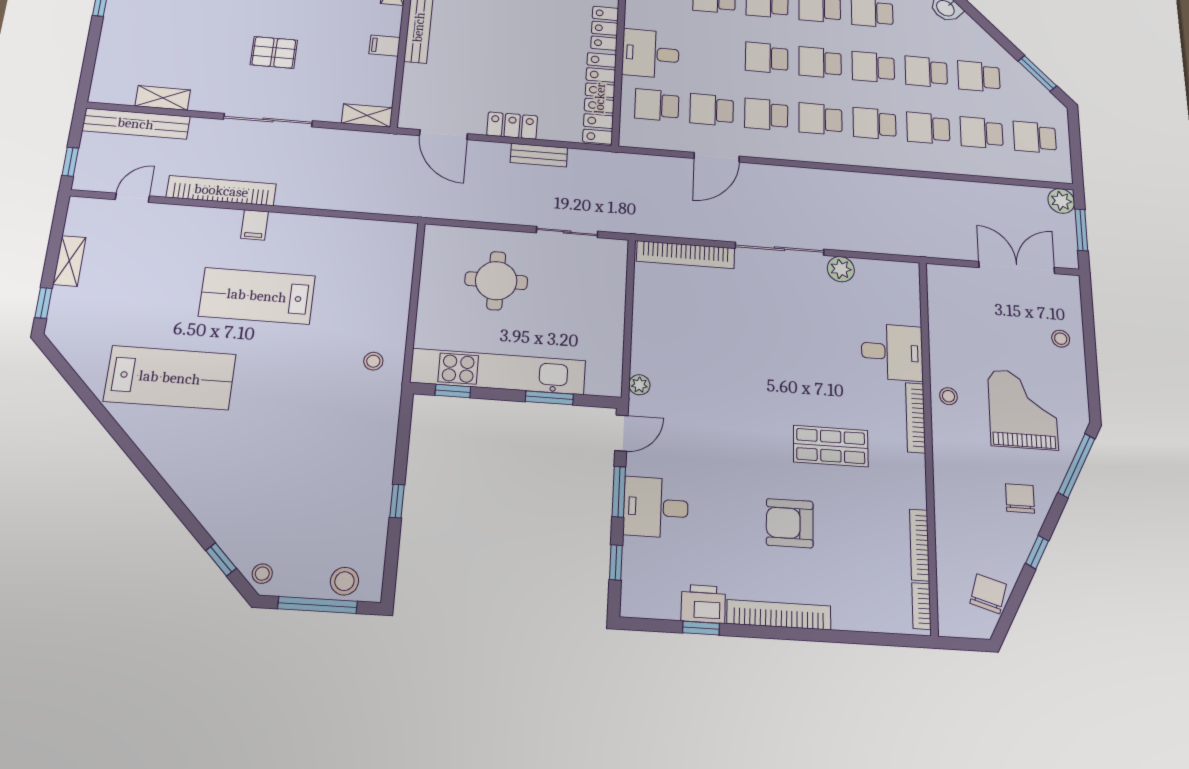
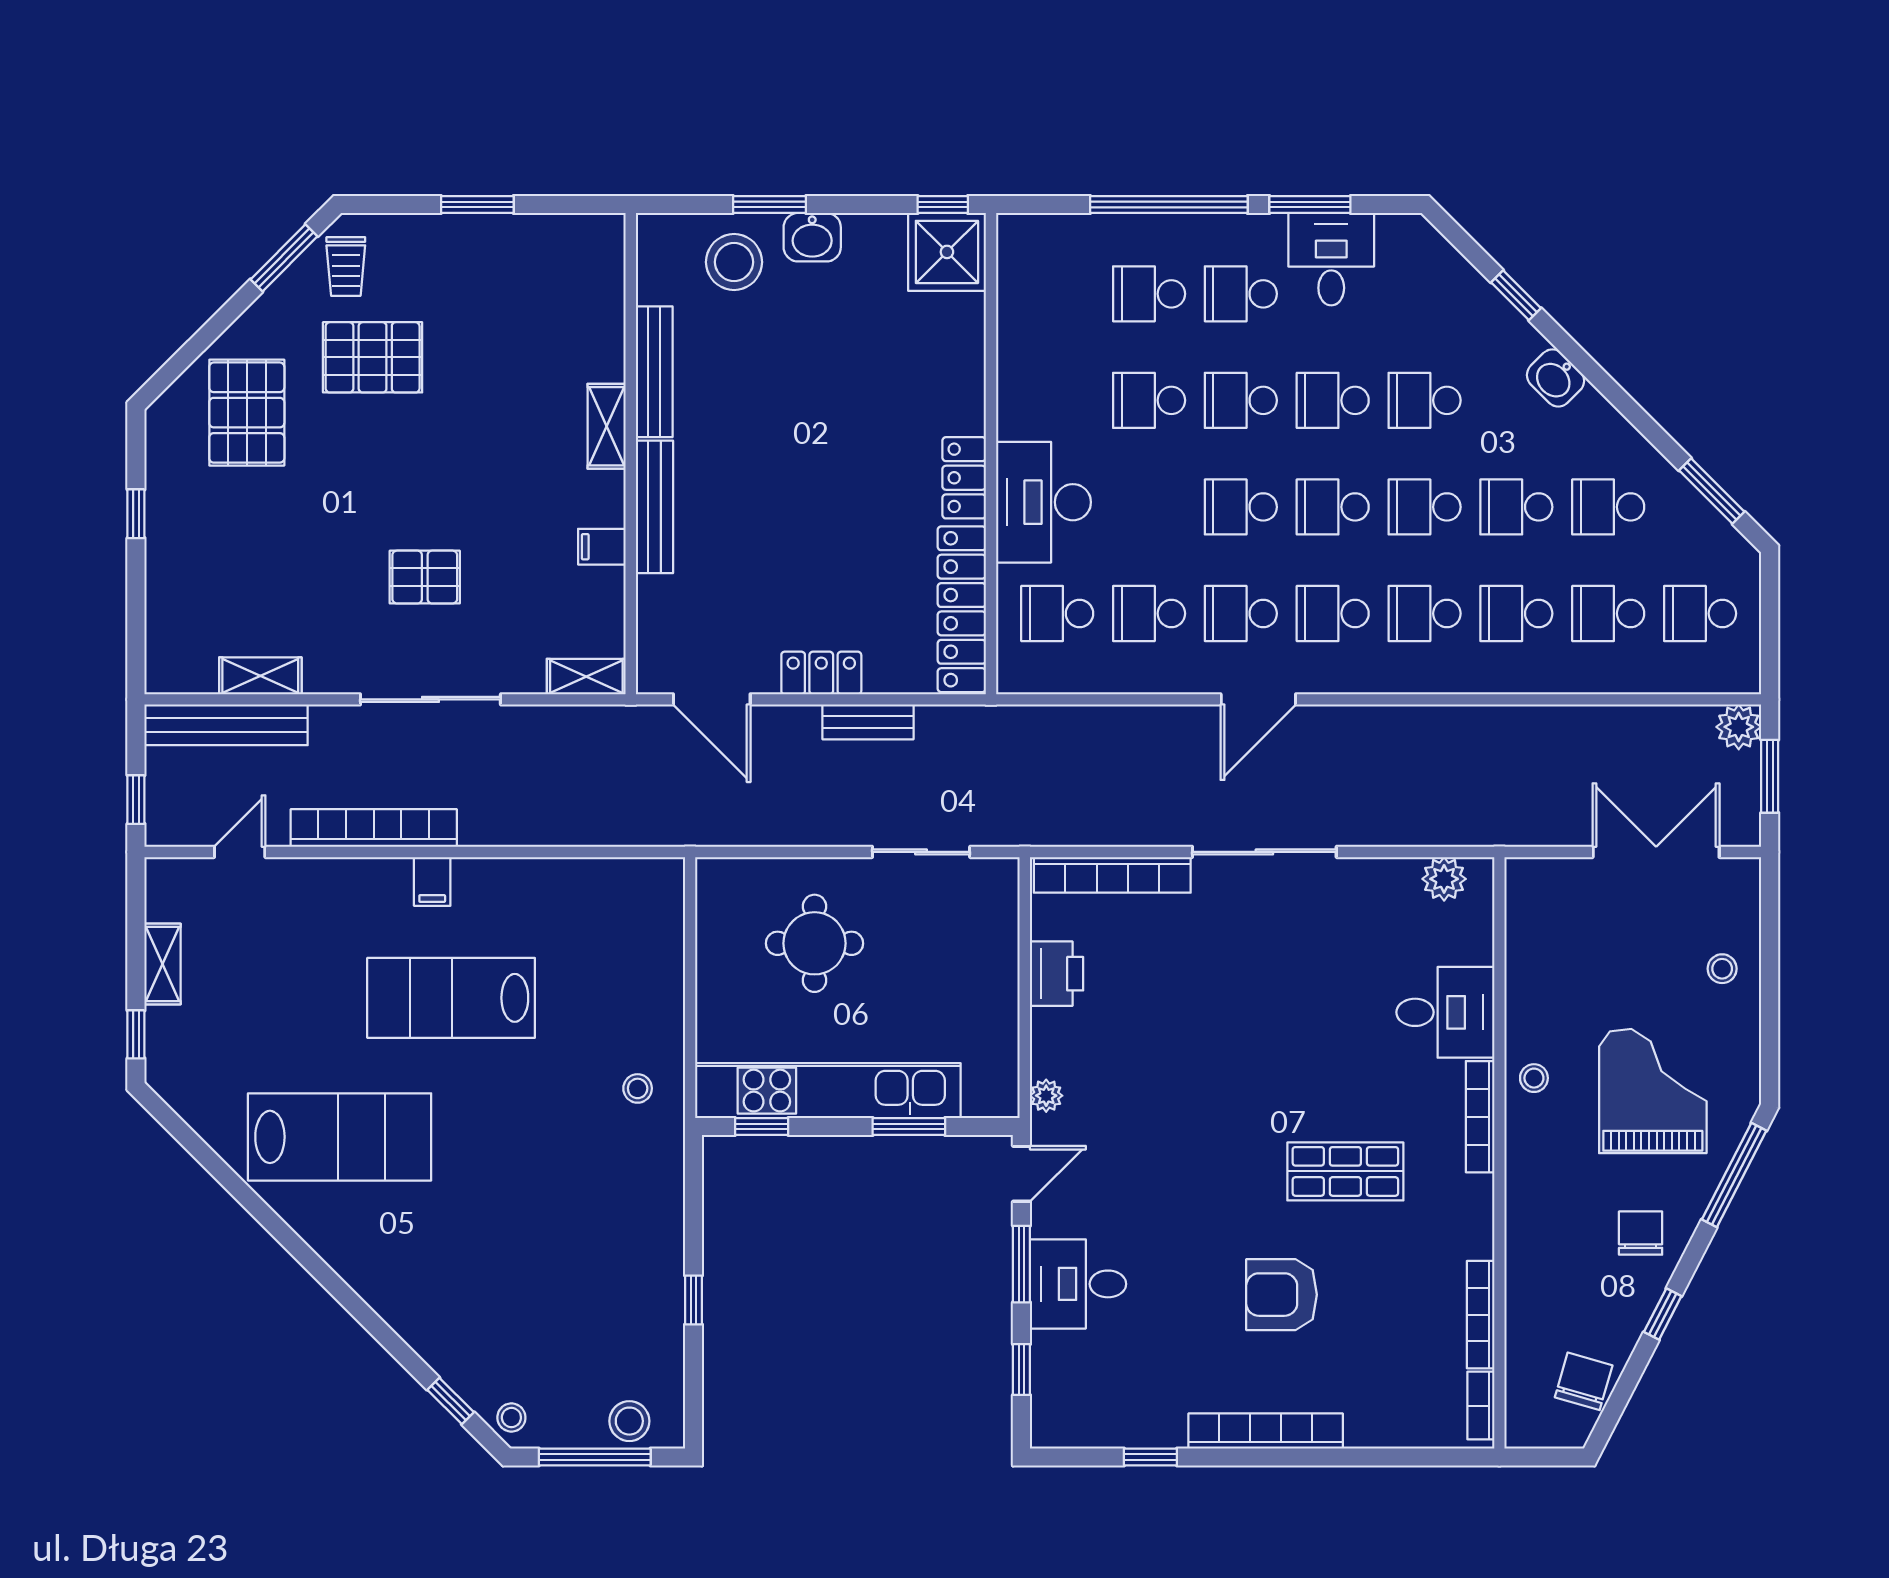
desk: (651, 54) -> (1043, 502), width x1.37
door: (717, 157) -> (1258, 699), moved
plant: (841, 269) -> (1444, 879), moved
printer: (703, 604) -> (1057, 974), moved, turned 90

